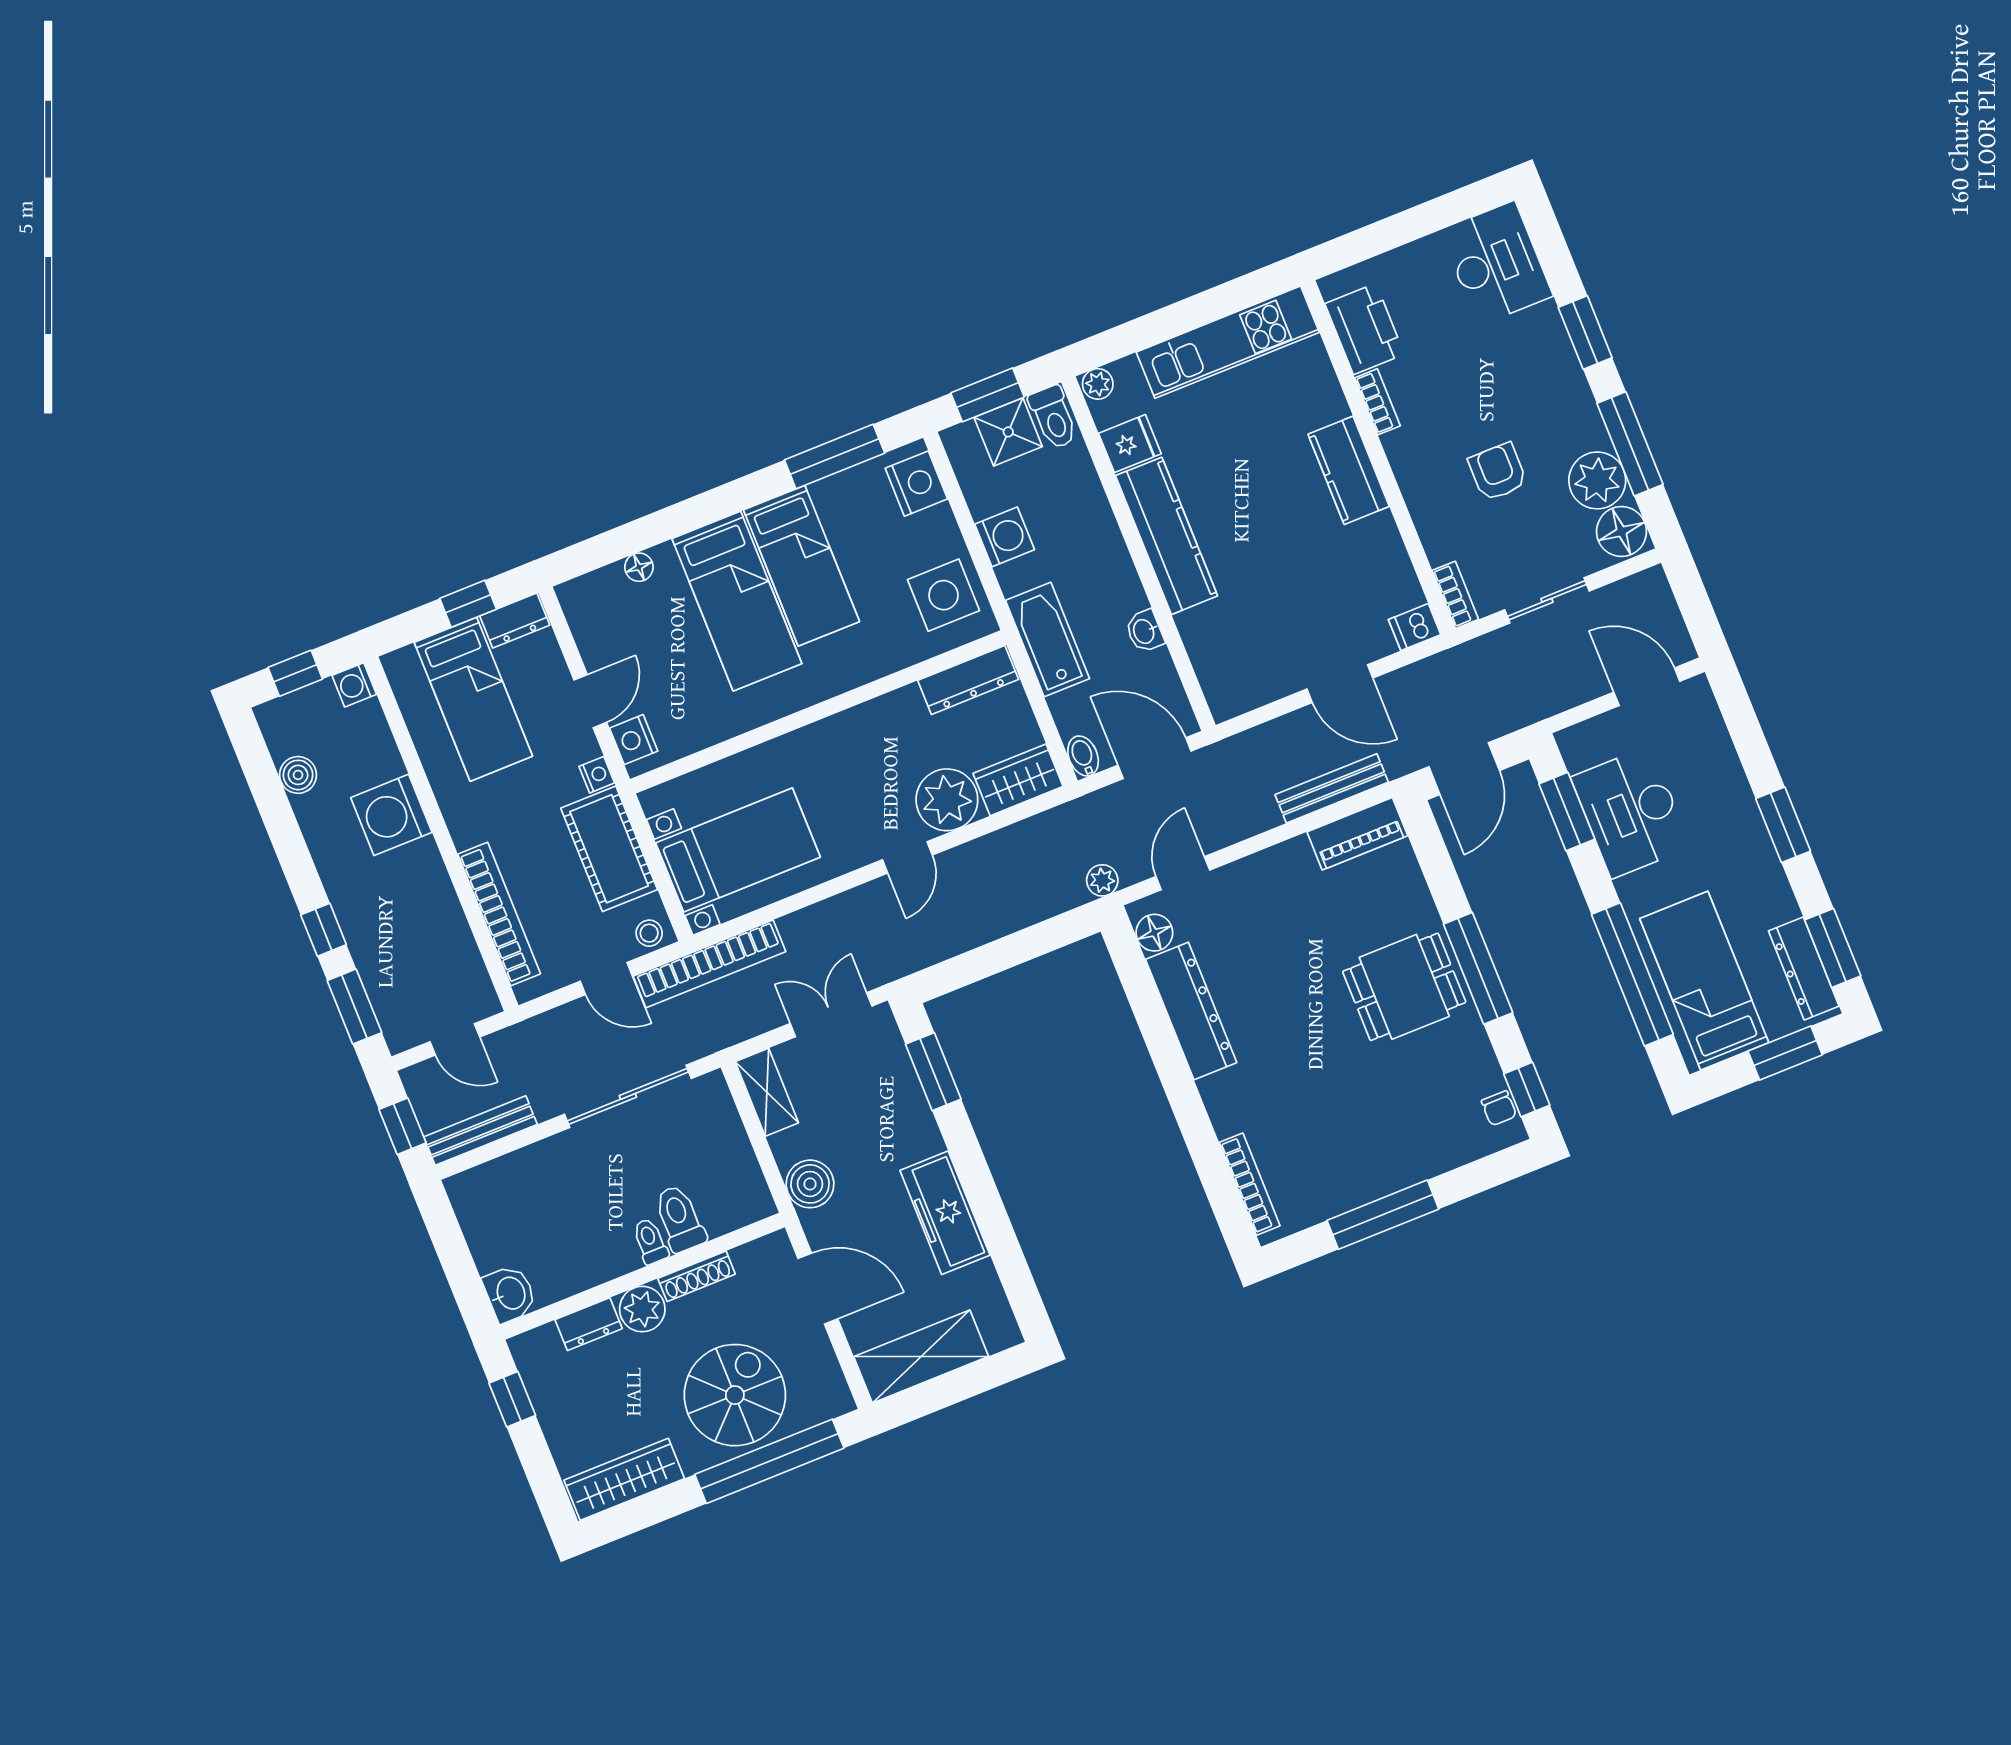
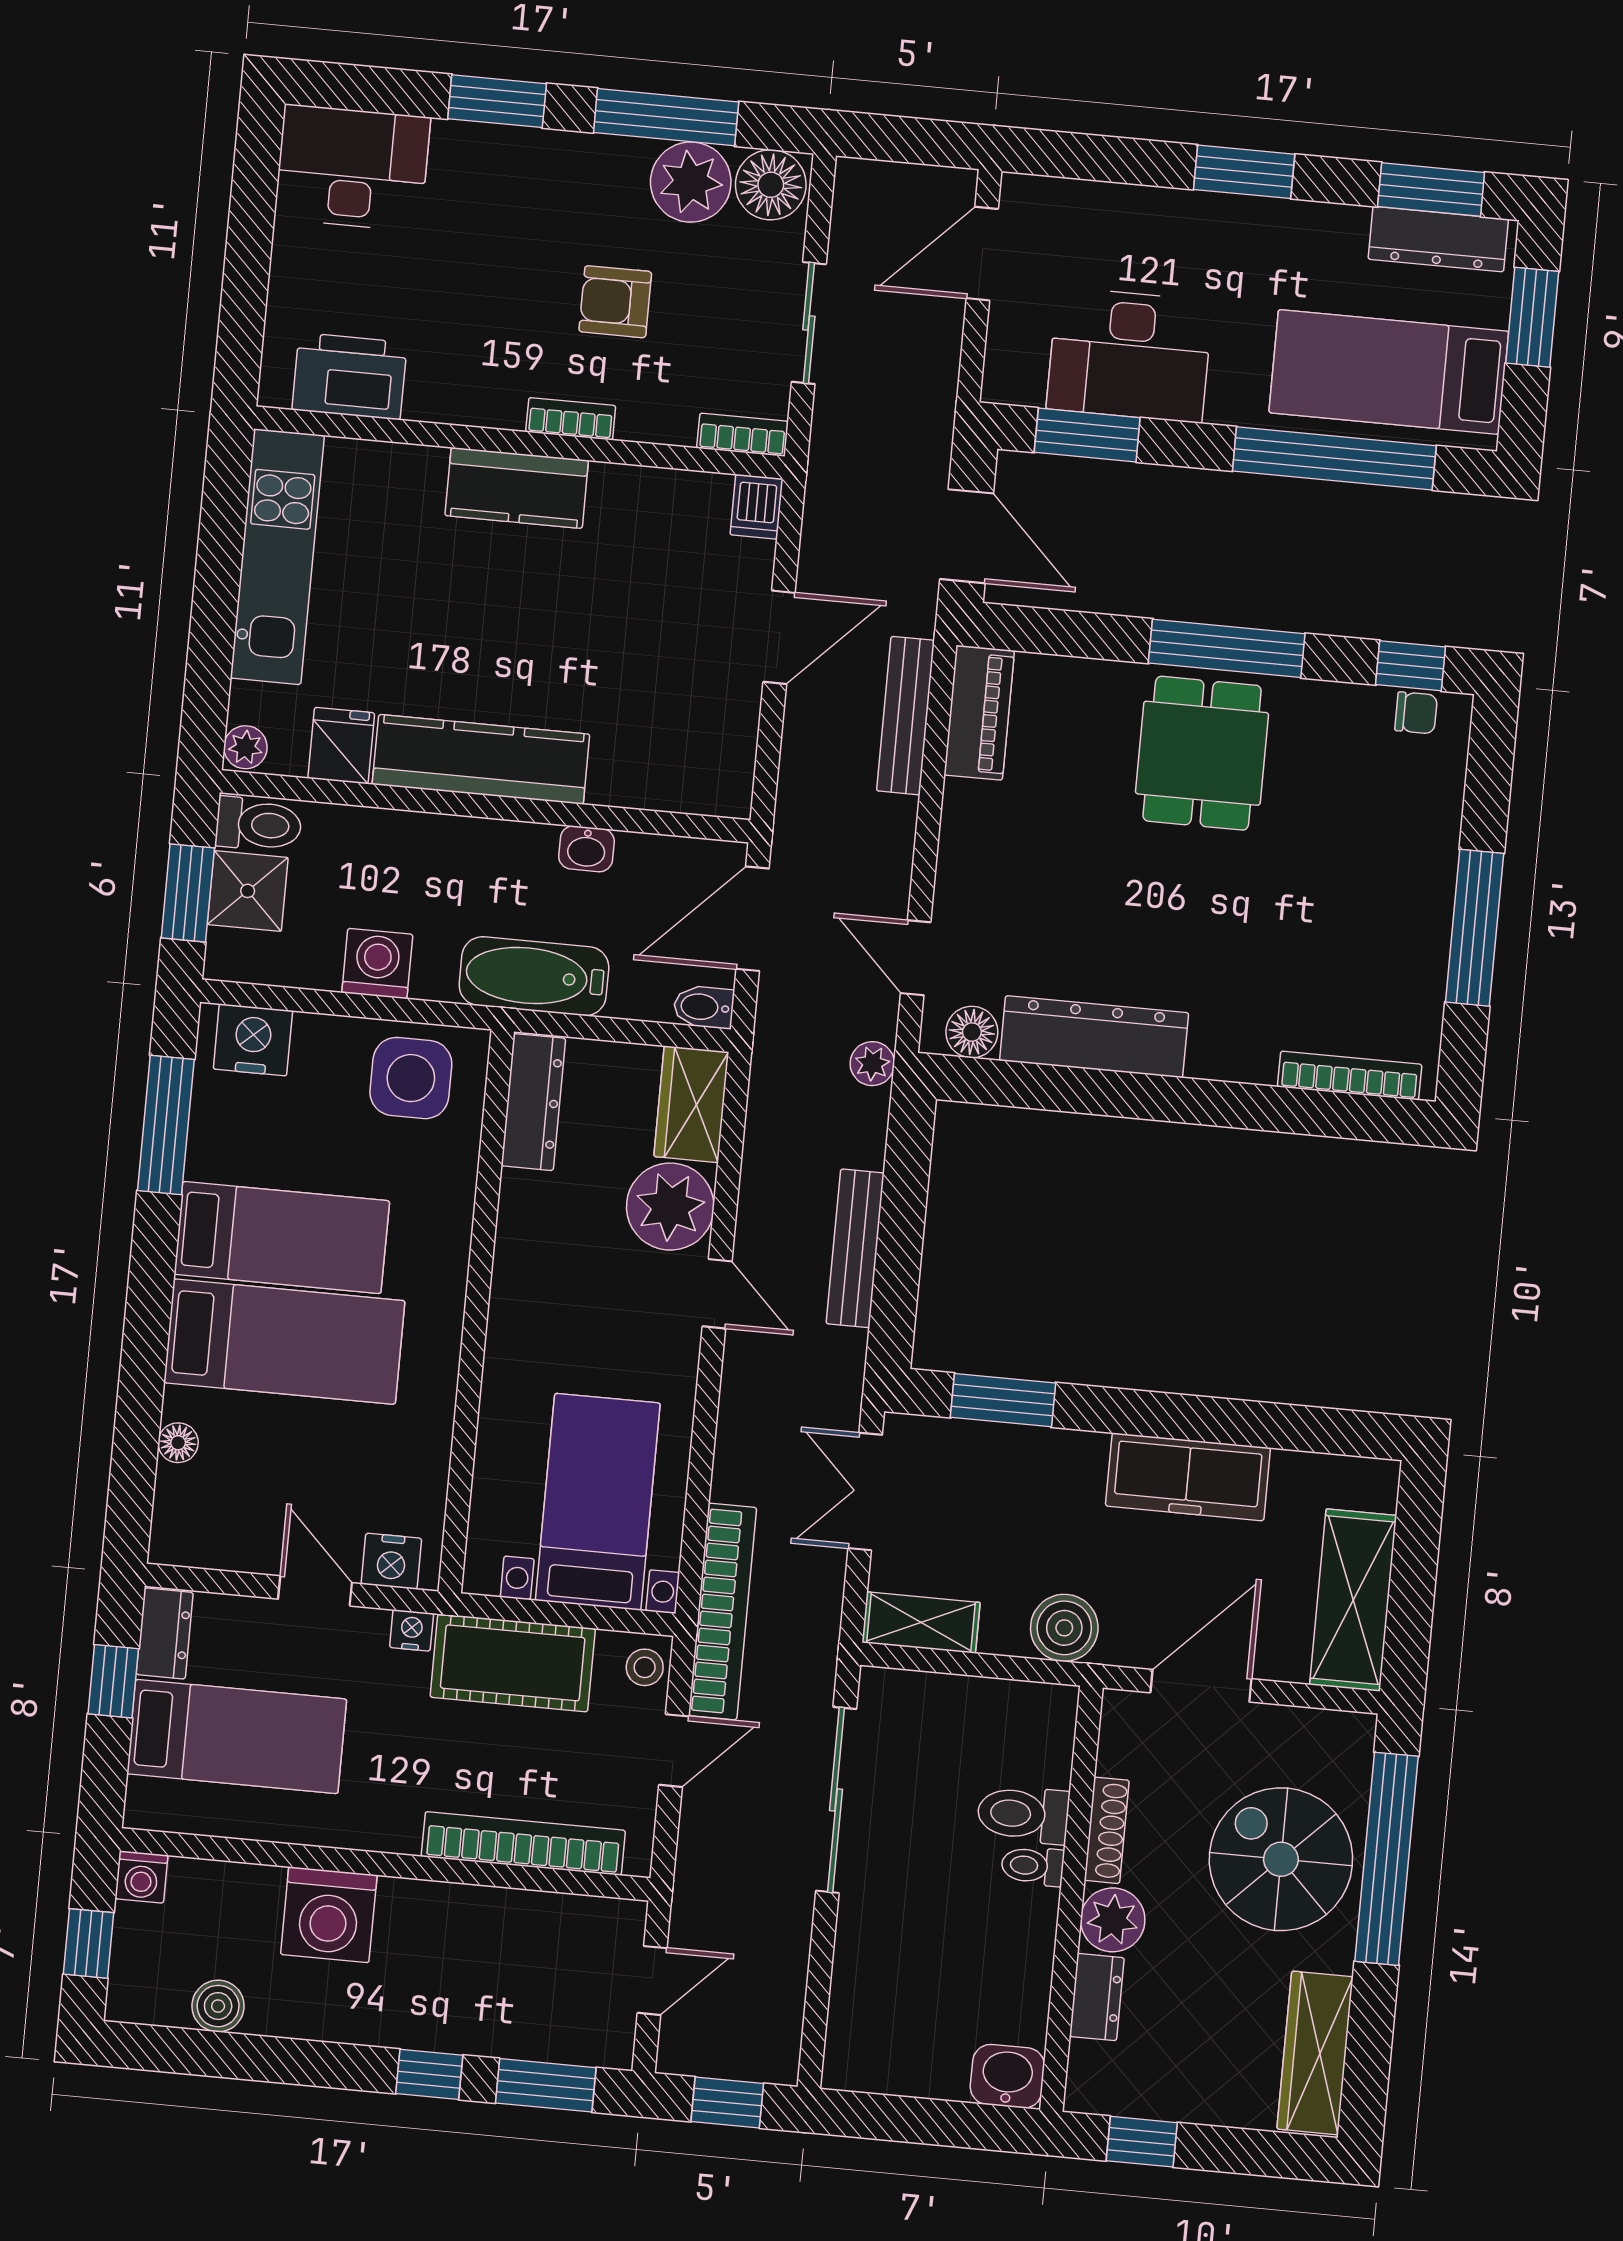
bookcase: (1377, 402) -> (571, 419), moved
bench: (481, 1131) -> (855, 1248), moved

